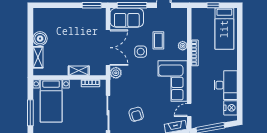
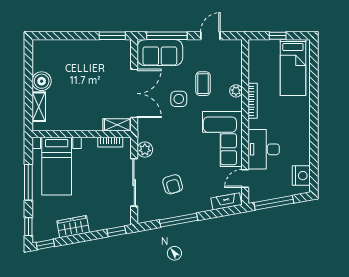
shelving: (79, 71) -> (117, 125), moved
plant: (116, 73) -> (145, 150), moved
desk: (226, 85) -> (264, 149), moved, turned 180

